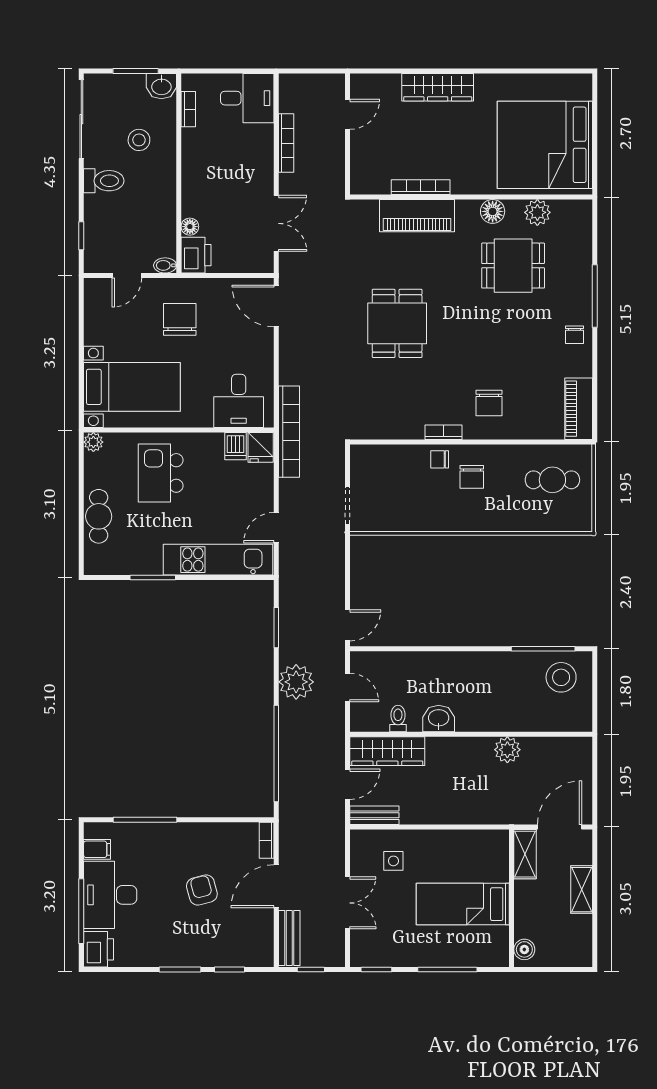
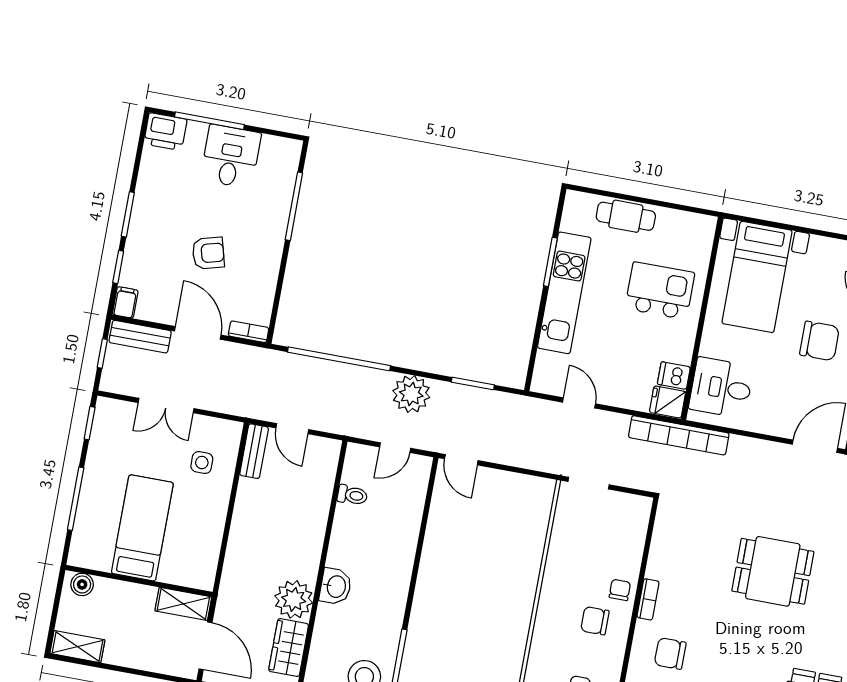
plant: (93, 442) -> (706, 225), removed
kitchen unit: (218, 560) -> (564, 293), moved
washbasin: (439, 719) -> (336, 586), moved
plant: (507, 750) -> (294, 599), width x1.36, depth x1.36
wardrobe: (387, 751) -> (289, 648), moved, width x0.67
filing cabinet: (97, 849) -> (125, 302), moved, turned 180
shelving: (582, 890) -> (77, 647), moved
desk: (110, 895) -> (231, 156), width x0.73

